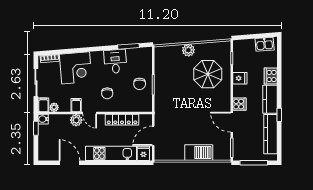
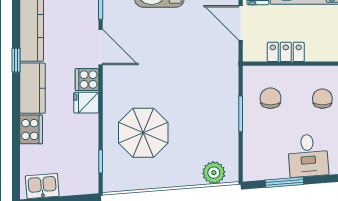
plant: (188, 50) -> (214, 173), moved
fridge: (240, 78) -> (86, 103), moved
chair: (140, 84) -> (270, 98), moved
locker: (122, 120) -> (286, 52), width x0.66
door: (153, 136) -> (241, 23), swing flipped

